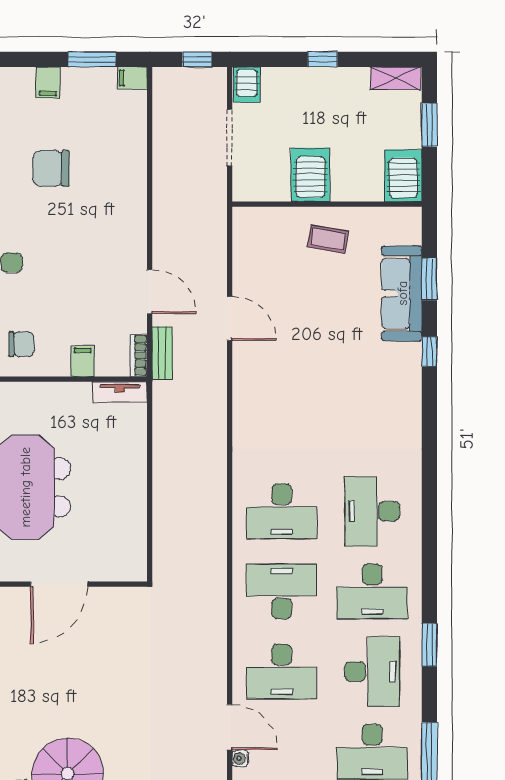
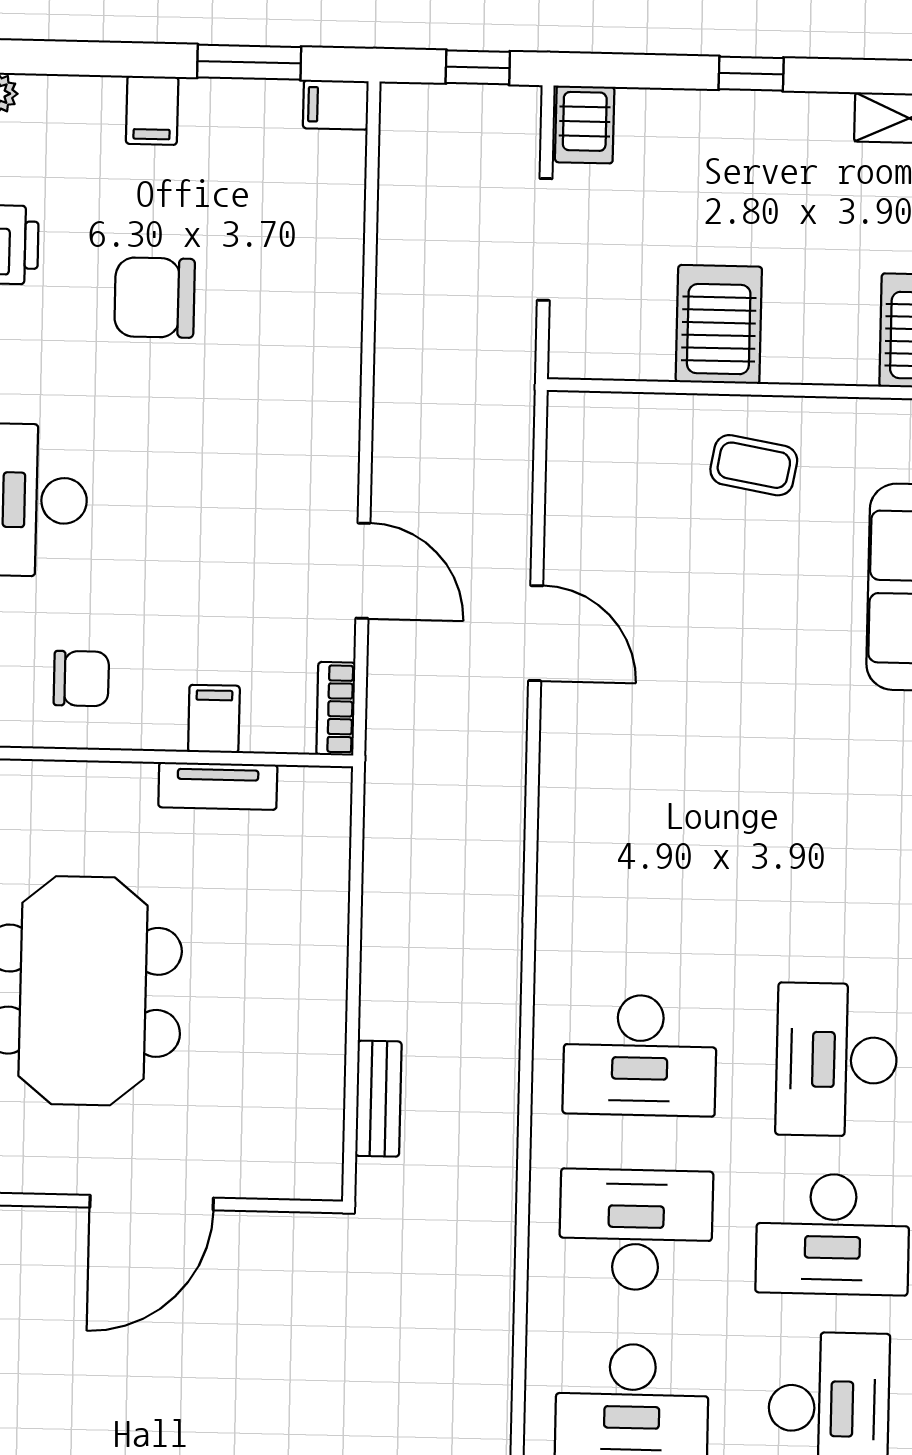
bench: (162, 353) -> (378, 1099), moved
tv unit: (120, 392) -> (218, 786), moved

